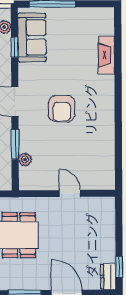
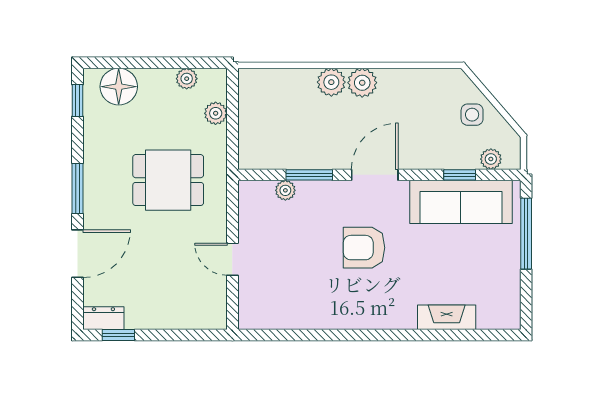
sofa: (32, 37) -> (461, 202), width x1.36
door: (70, 193) -> (232, 259), swing flipped

